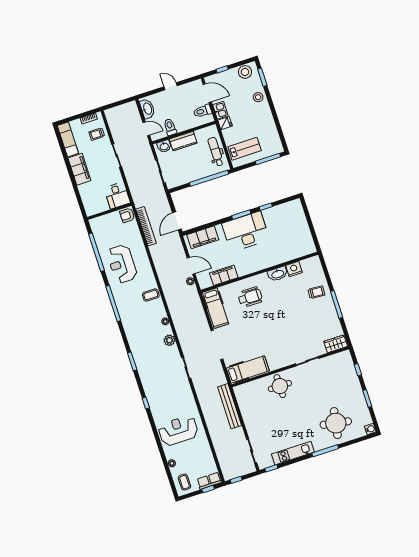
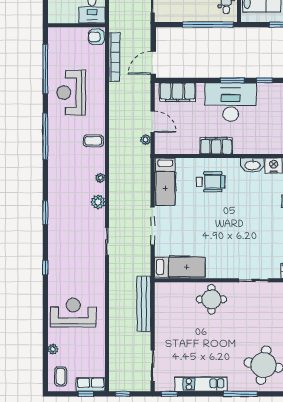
filing cabinet: (224, 275) -> (216, 146), moved

